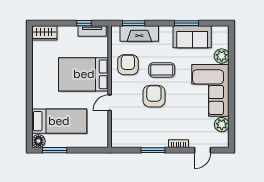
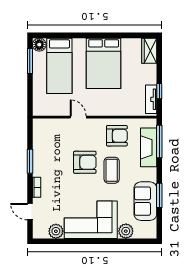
window: (134, 23) -> (159, 142), width x1.44
bed: (84, 74) -> (104, 63), moved, turned 180

